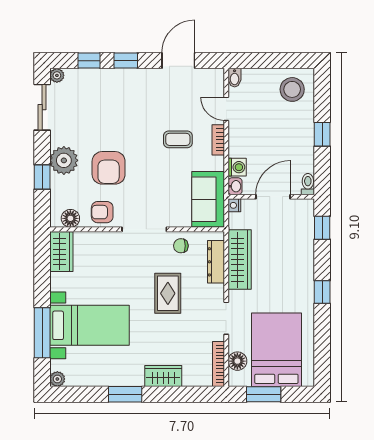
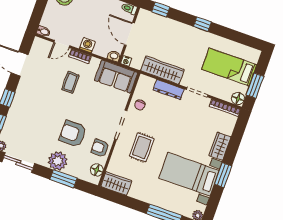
washing machine: (237, 167) -> (87, 45), moved
armchair: (109, 168) -> (73, 134), turned 180
window: (42, 177) -> (63, 179), width x1.50
armchair: (102, 212) -> (100, 148), turned 90
dresser: (216, 262) -> (169, 90), moved
rug: (168, 293) -> (142, 147), moved, turned 90
bed with nightstands: (89, 325) -> (189, 174), moved, turned -90
bed: (276, 350) -> (229, 67), width x0.67
floor lamp: (237, 361) -> (238, 99), moved

